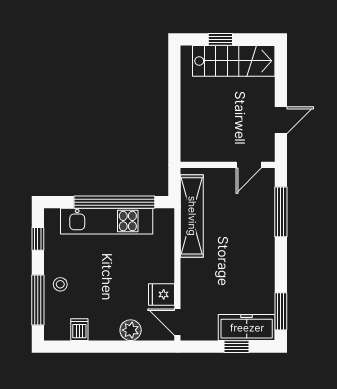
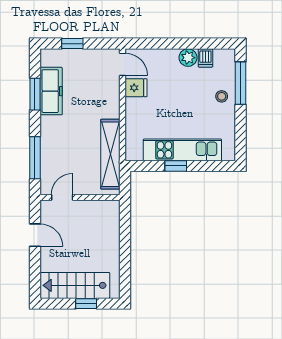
door: (281, 120) -> (35, 235), swing flipped
window: (114, 202) -> (176, 166), width x0.32
window: (38, 239) -> (241, 135), removed
window: (281, 311) -> (35, 94), moved
freezer: (247, 328) -> (51, 91), moved, turned -90
plant: (131, 330) -> (188, 58), moved

